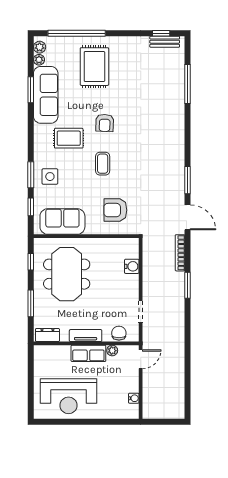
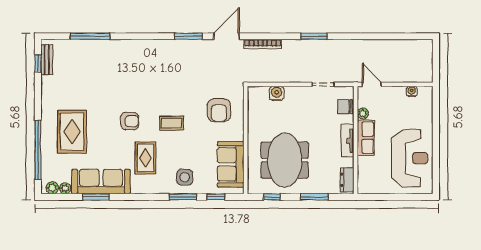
rug: (94, 67) -> (72, 132), turned 90
meeting table: (67, 274) -> (285, 160), turned 90
window: (188, 285) -> (314, 36), moved

